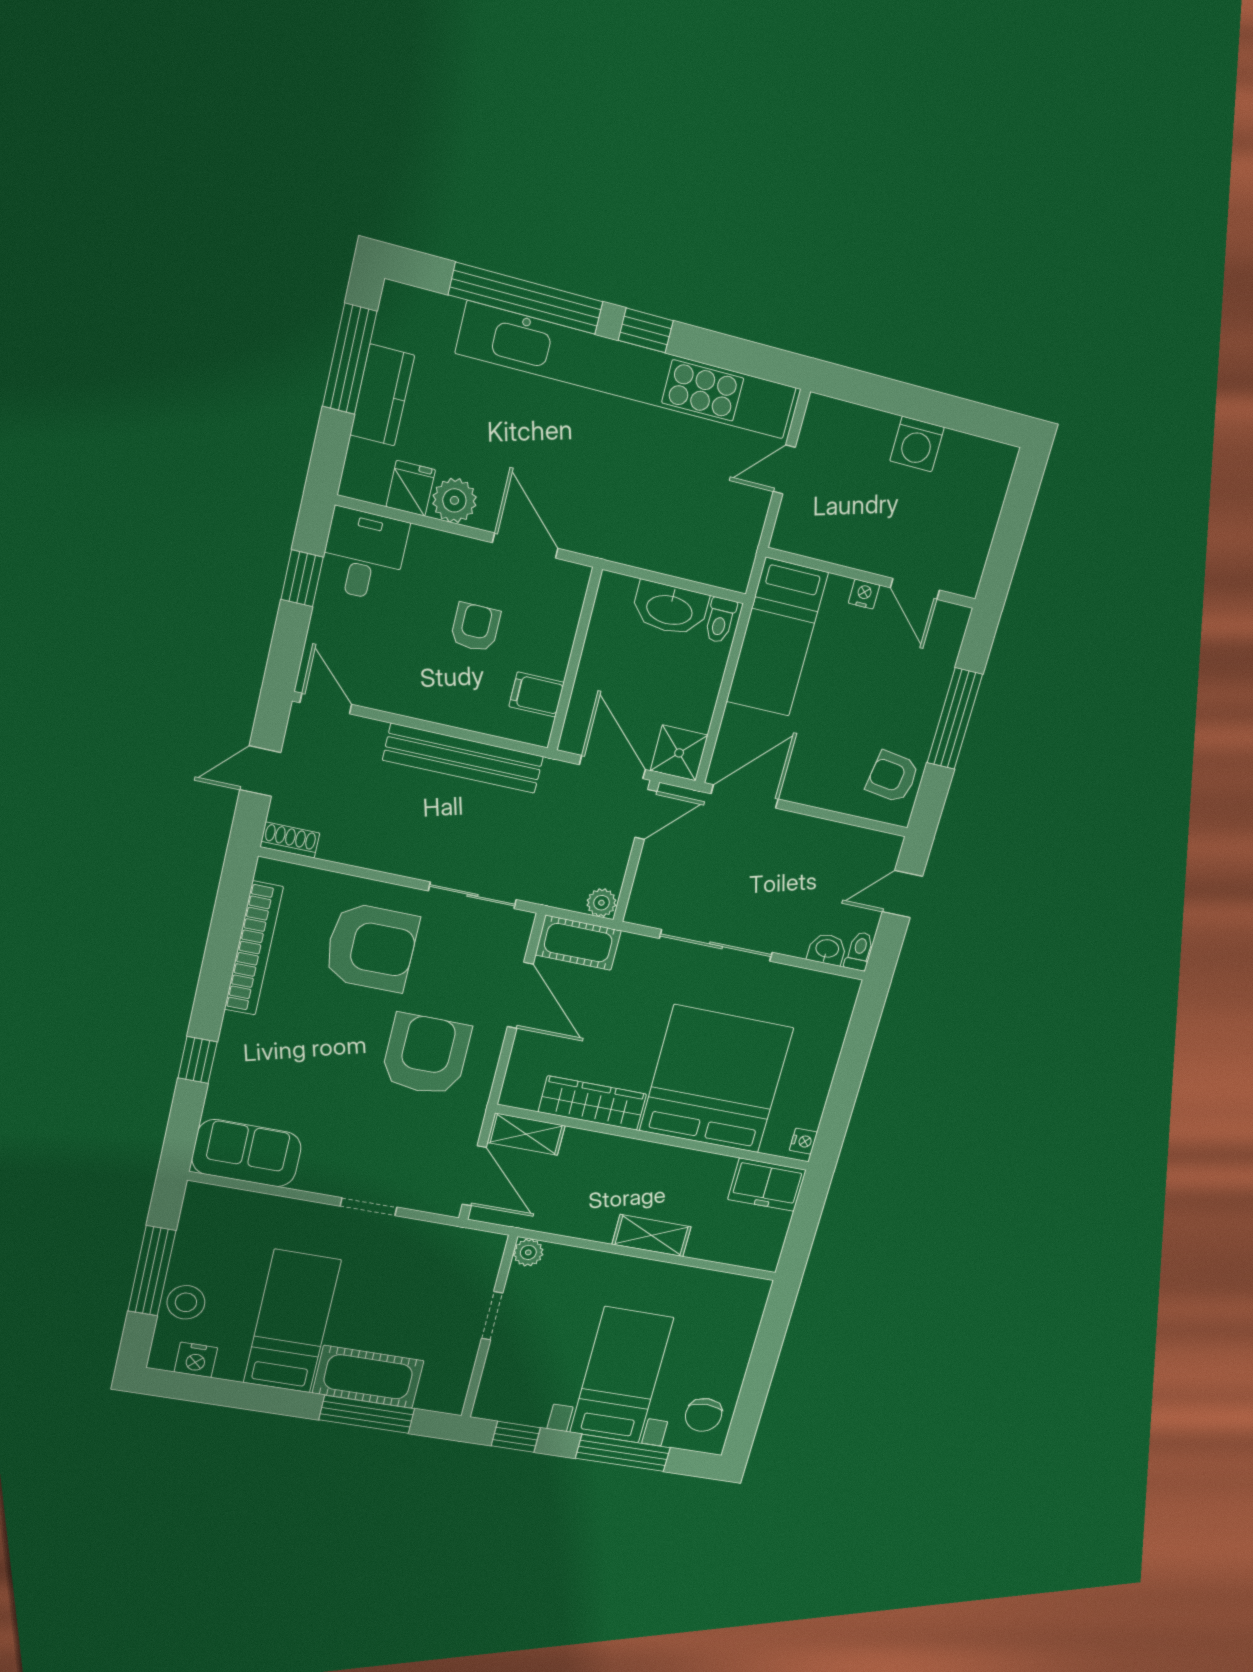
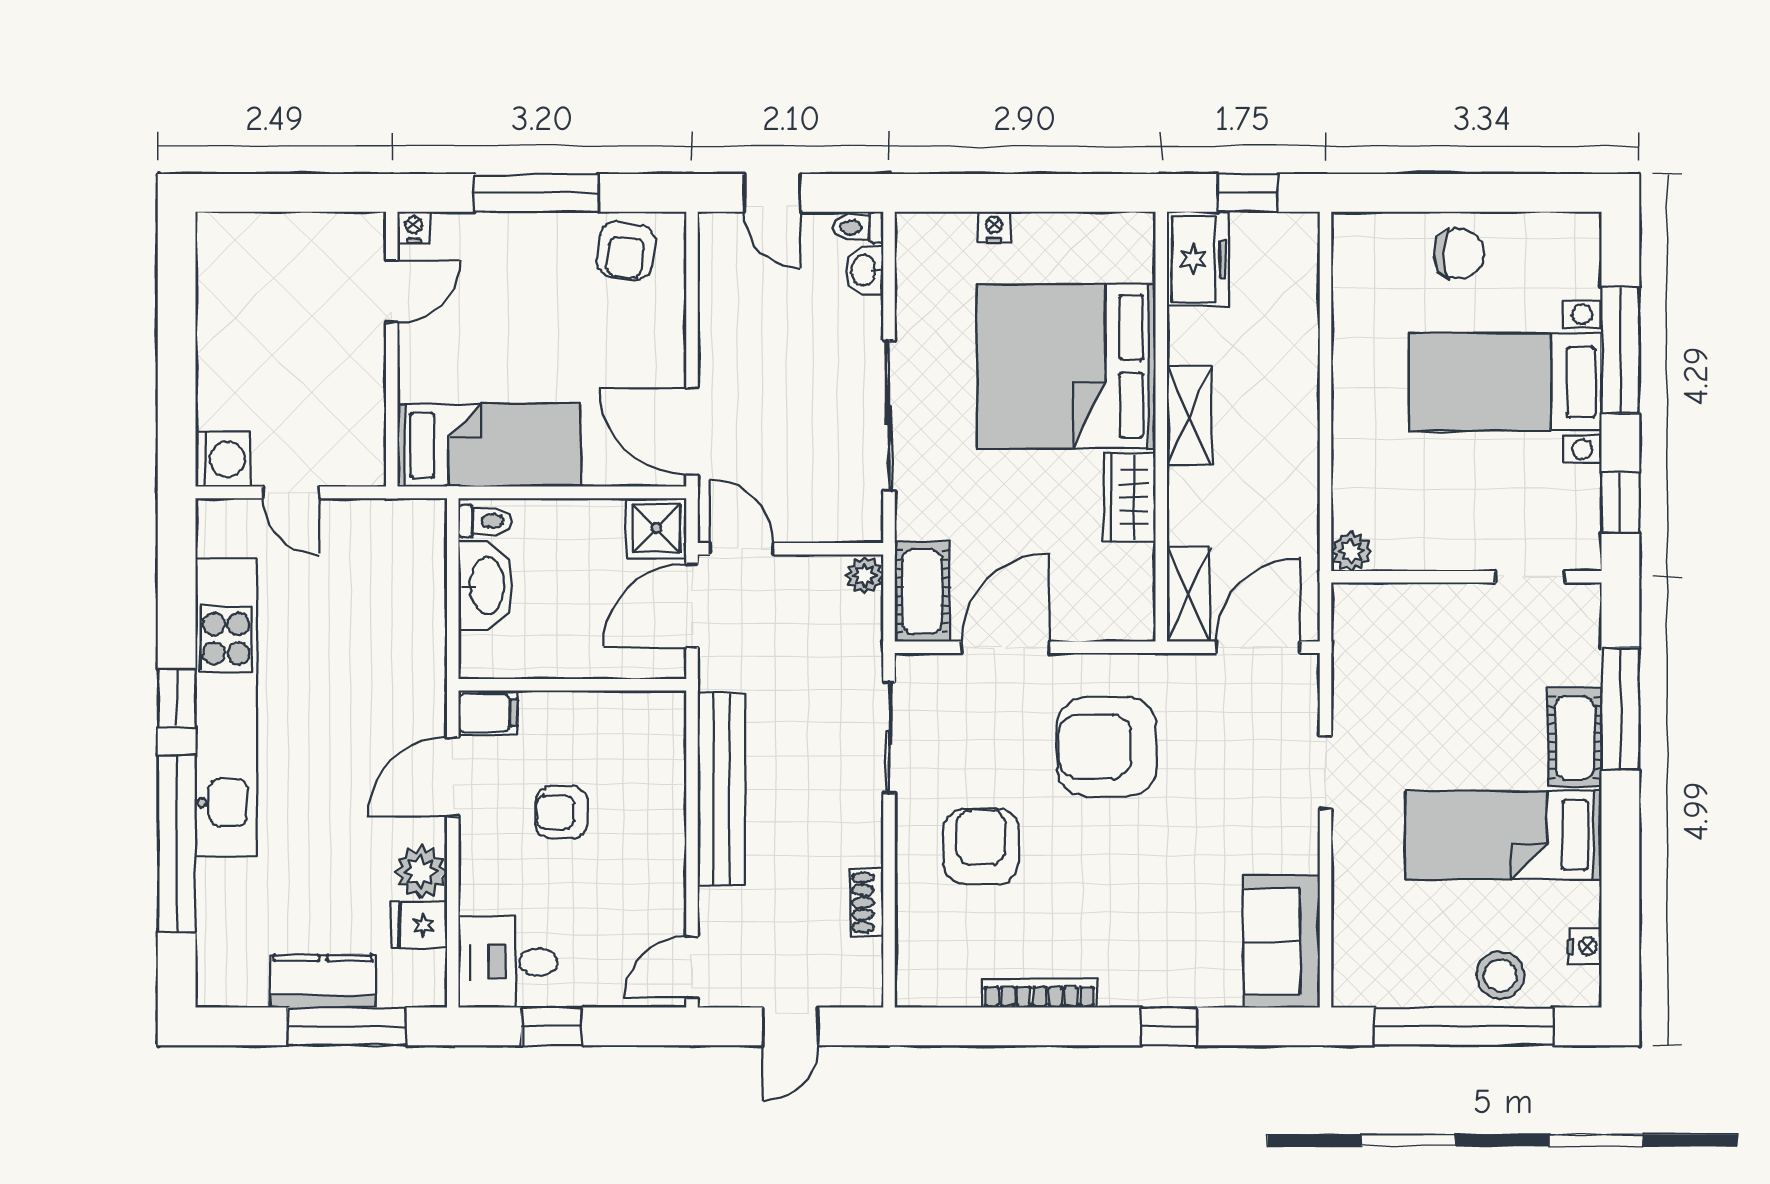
window: (350, 359) -> (347, 1026), moved
kitchen unit: (628, 371) -> (226, 707), width x0.73
washing machine: (917, 444) -> (223, 459), moved
nightstand: (864, 594) -> (414, 227), moved, turned 90
filing cabinet: (537, 694) -> (488, 713), moved, turned -90
door: (260, 771) -> (790, 1026), hinge flipped
shoe rack: (290, 840) -> (867, 902), moved
armchair: (371, 947) -> (981, 846), width x0.73, depth x0.73
bookcase: (254, 948) -> (1040, 993), width x0.68, depth x0.76
wardrobe: (592, 1103) -> (1130, 497), width x0.67
nightstand: (803, 1141) -> (994, 227), moved
window: (803, 1227) -> (1248, 193), added
shelving: (652, 1236) -> (1189, 415), moved
window: (152, 1271) -> (1464, 1026), width x1.46
doorway: (492, 1316) -> (1530, 577), moved
nightstand: (196, 1360) -> (1585, 946), width x0.72, depth x0.74
cot: (368, 1377) -> (1575, 738), width x0.73, depth x0.75
chair: (704, 1415) -> (1459, 254), moved

